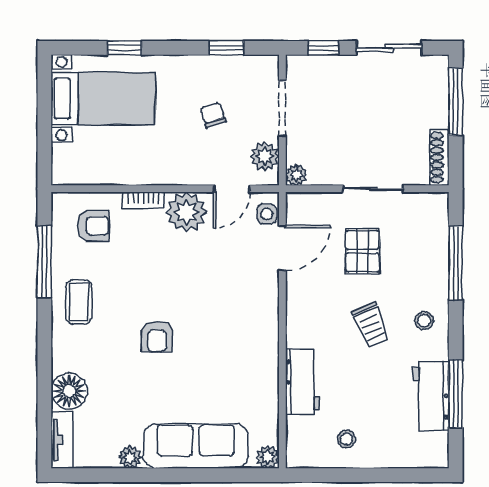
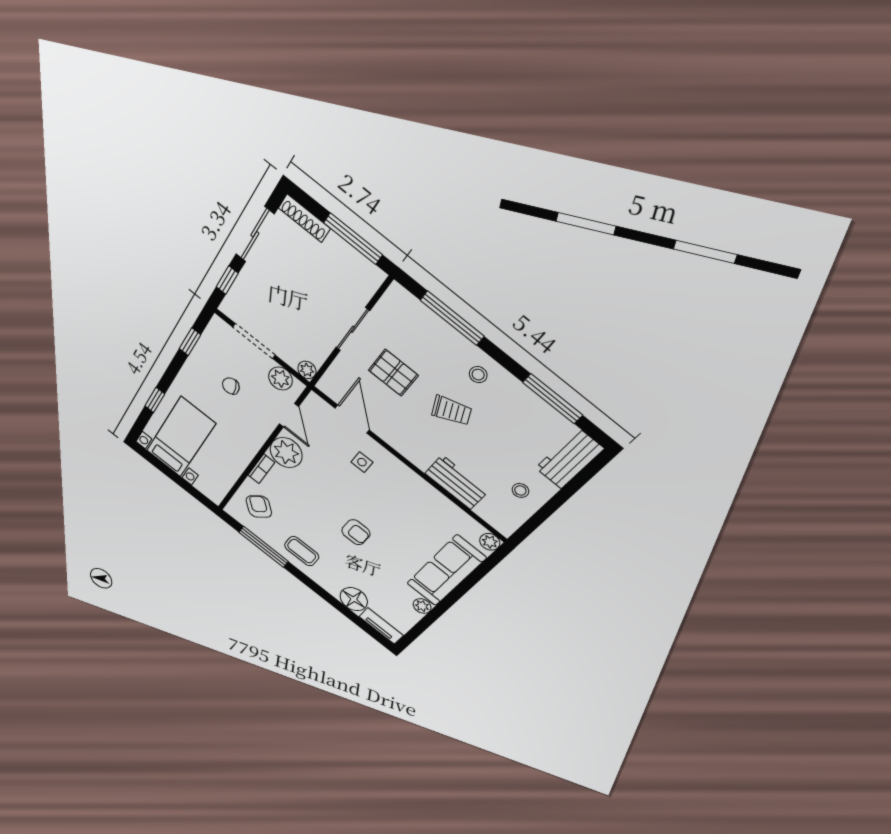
window: (456, 102) -> (353, 239), moved
shoe rack: (439, 158) -> (304, 218), moved
side table: (267, 214) -> (362, 462), moved
armchair: (93, 226) -> (259, 507), turned -45
workbench: (431, 396) -> (569, 458), moved, turned 90

